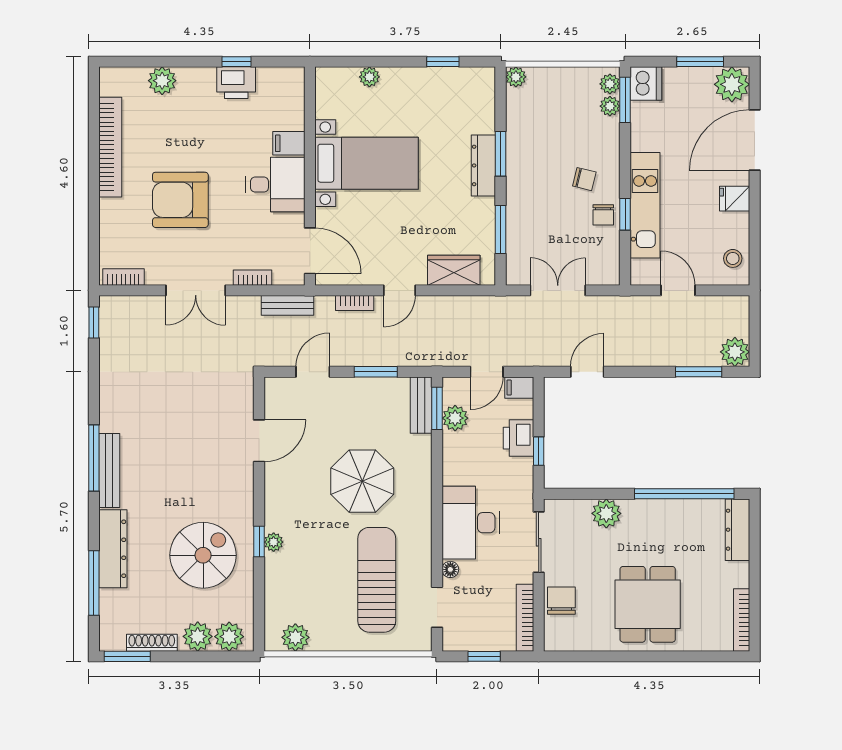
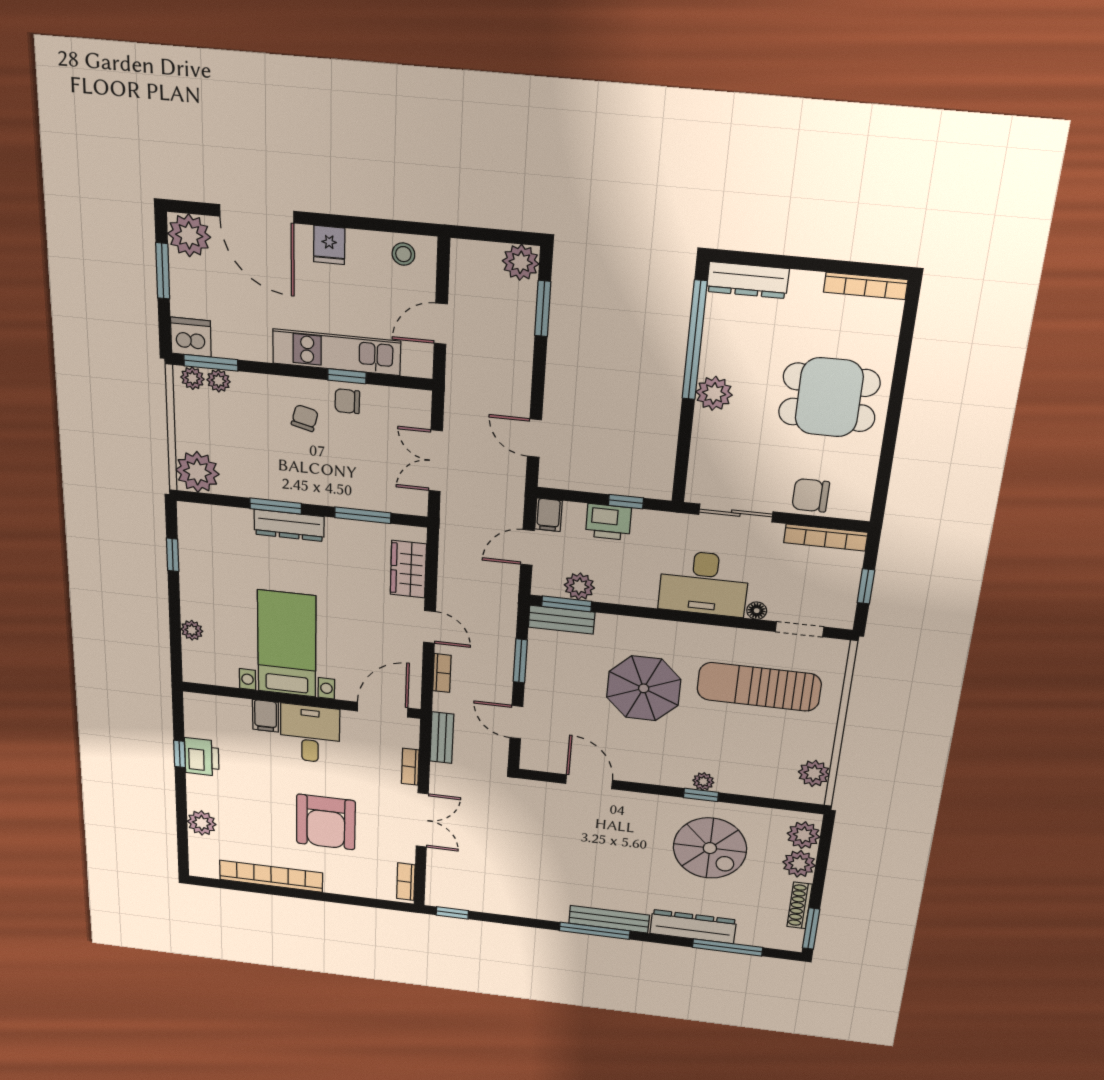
plant: (516, 77) -> (197, 472), width x1.87, depth x1.87
chair: (603, 215) -> (347, 401), turned 180
door: (487, 372) -> (527, 548), swing flipped
plant: (606, 513) -> (714, 393), moved
spiral stairs: (203, 555) -> (710, 848), turned 180

